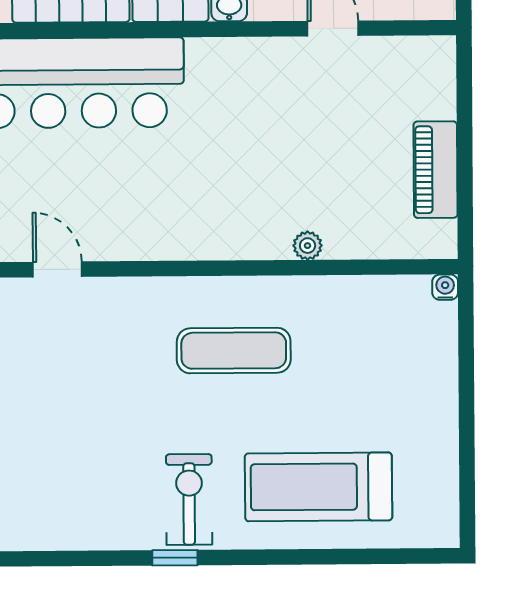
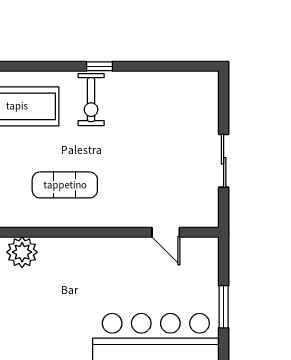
plant: (308, 246) -> (22, 252), width x1.88, depth x1.88

